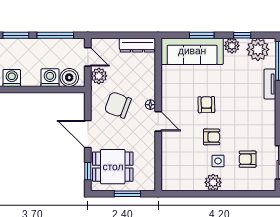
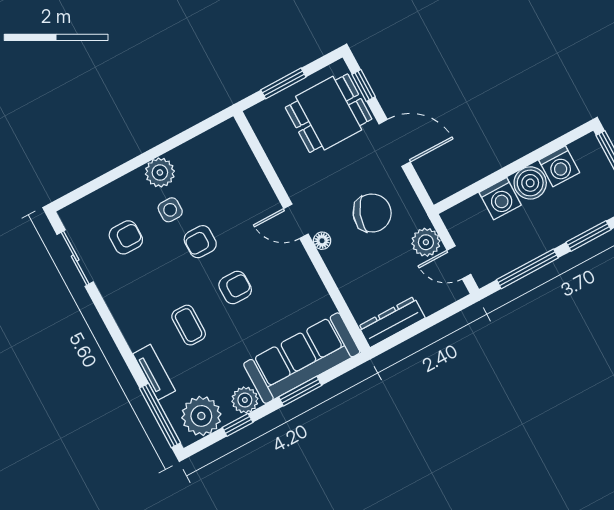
boiler: (69, 77) -> (530, 183), moved
coffee table: (240, 98) -> (189, 325), added
armchair: (206, 105) -> (235, 287), turned -89

